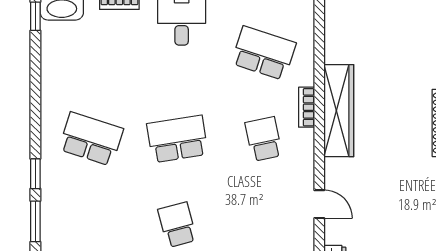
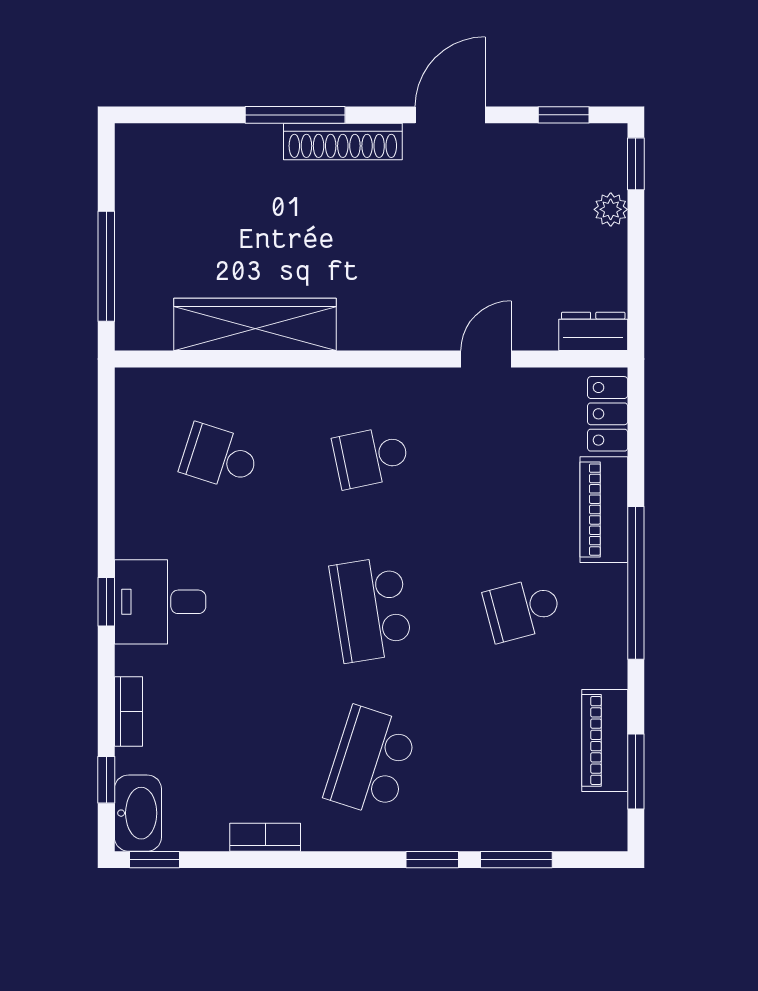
school desk: (264, 53) -> (220, 457), width x0.54
bookcase: (307, 107) -> (265, 837), moved, turned 180
wardrobe: (339, 111) -> (255, 324), moved

